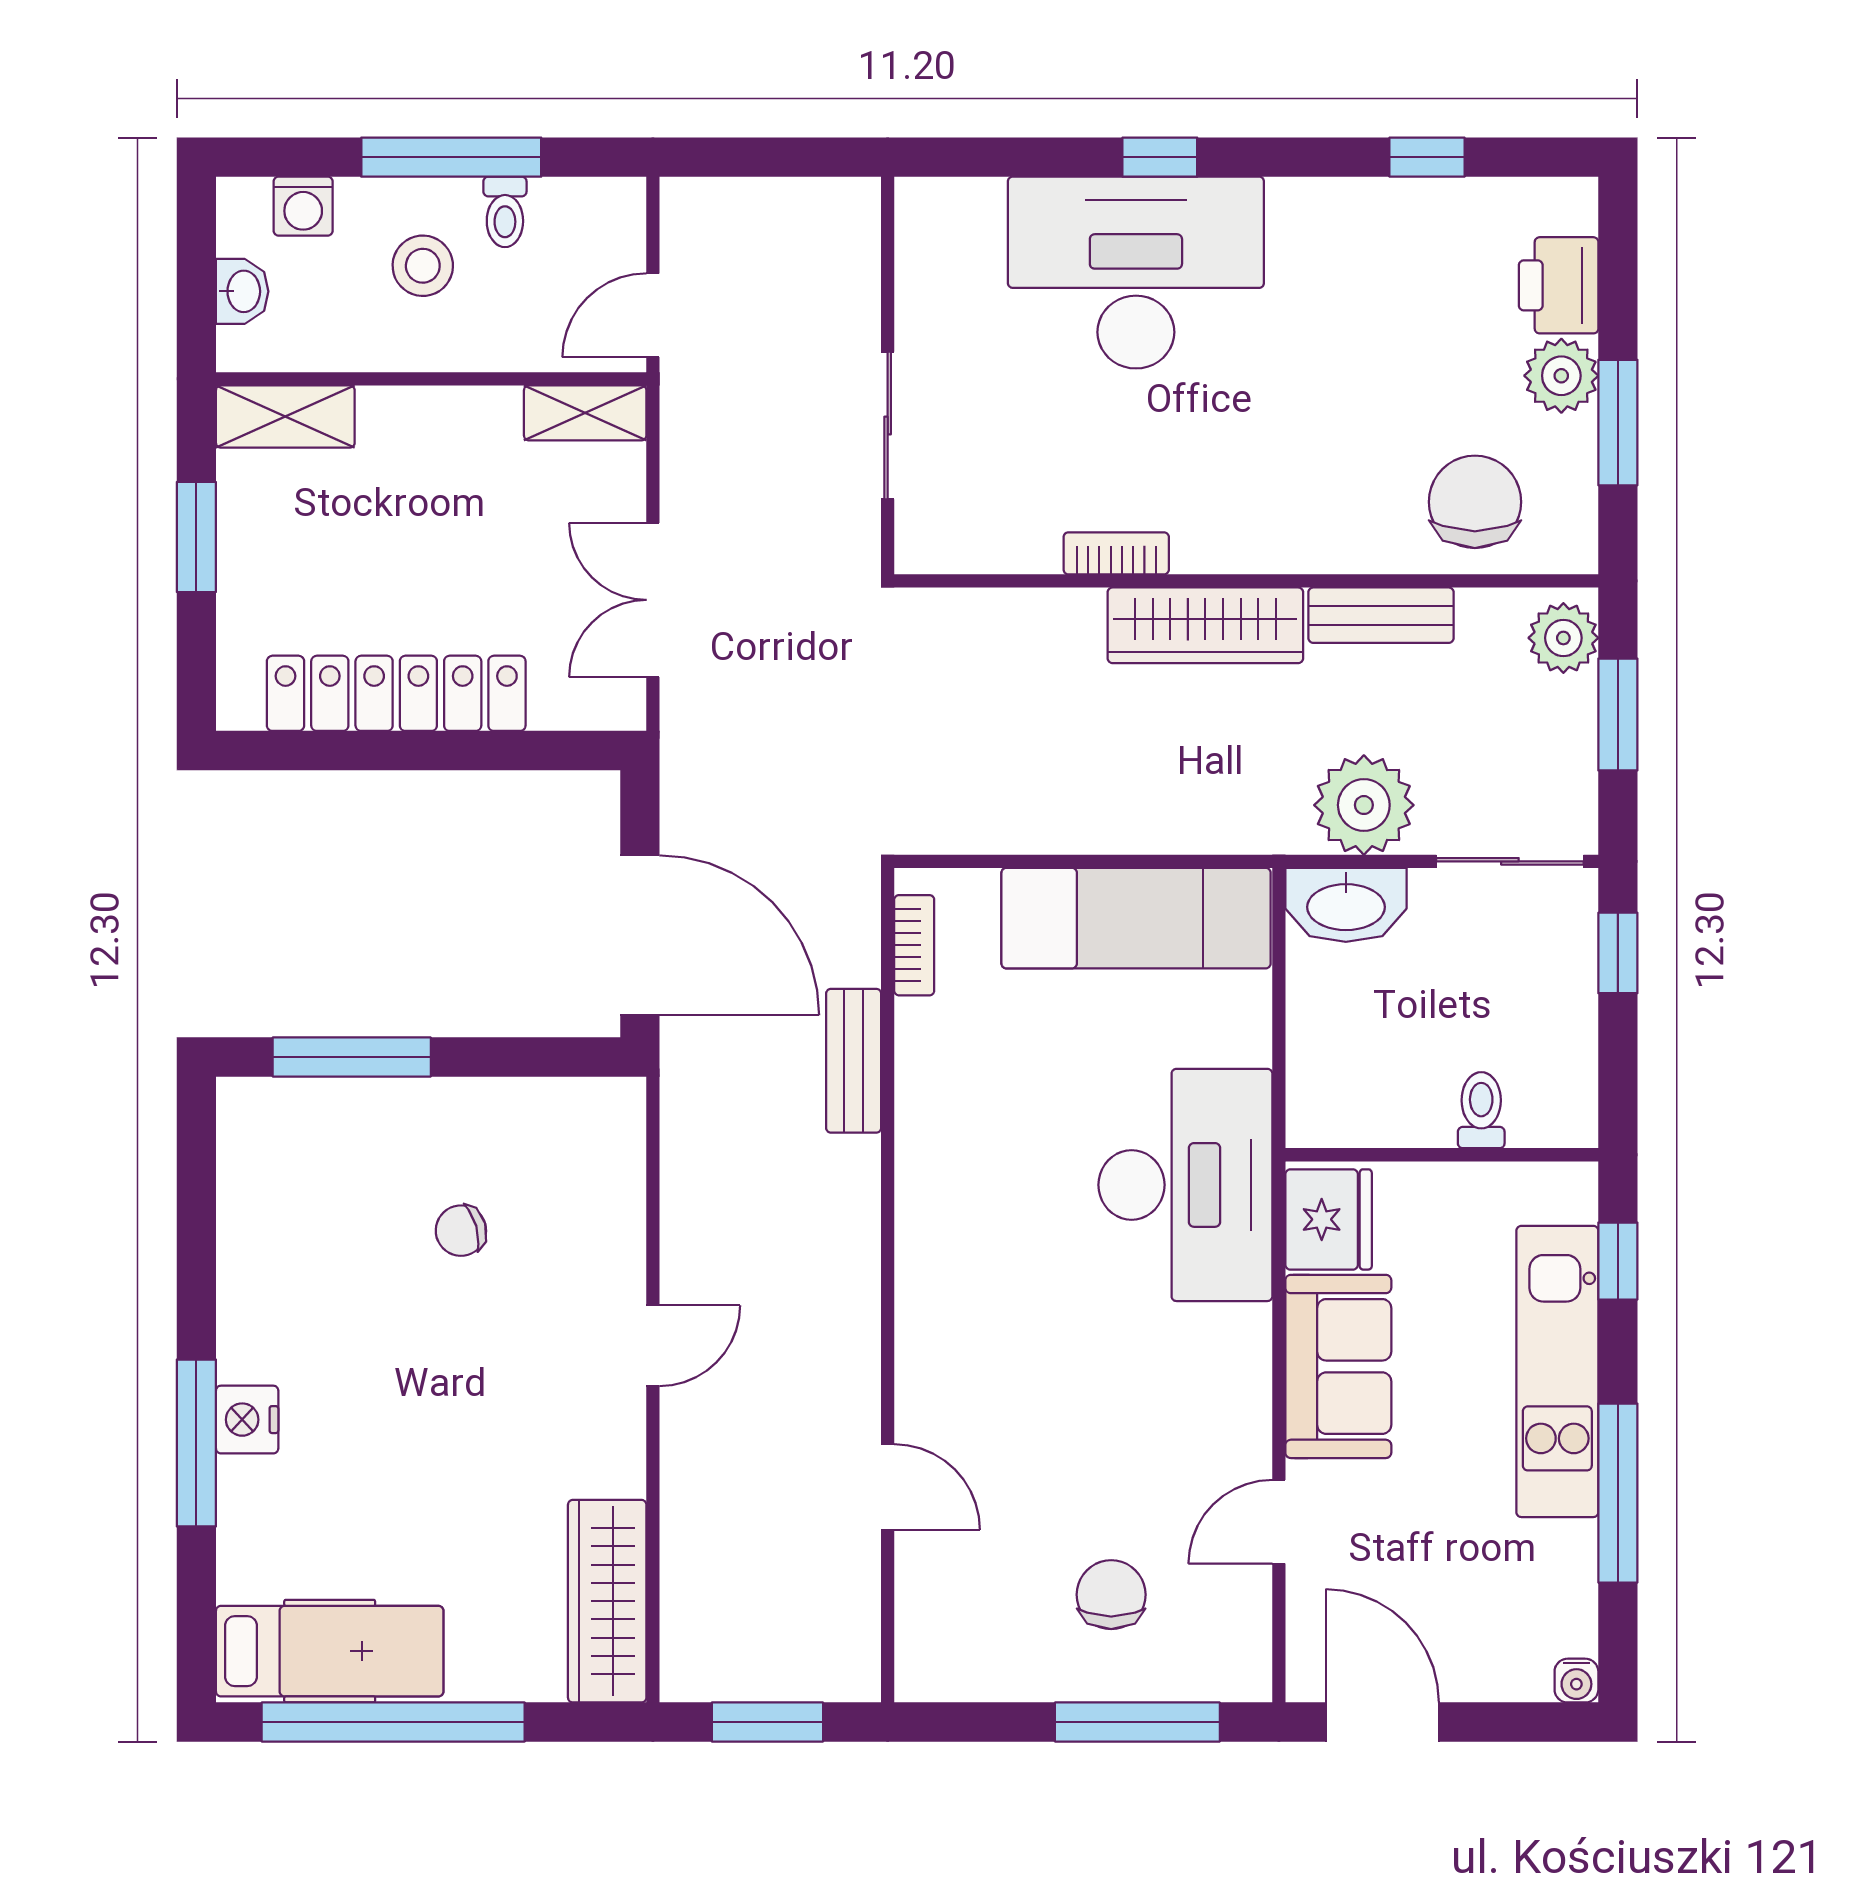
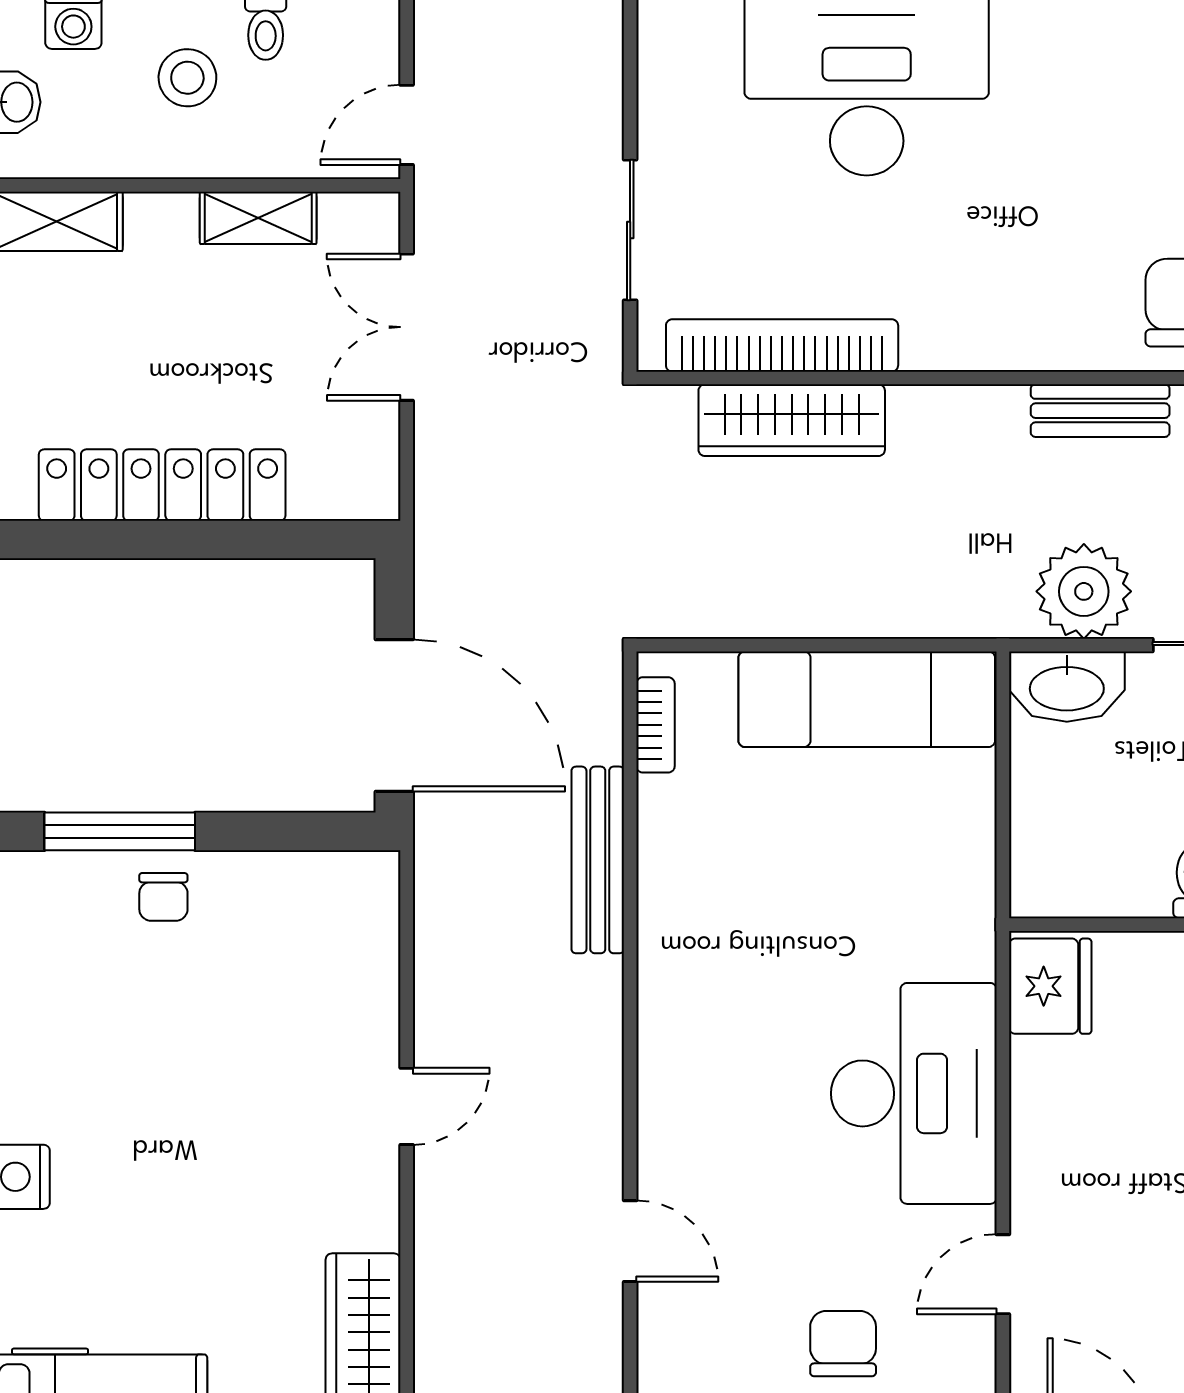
shelving: (585, 413) -> (258, 218), moved
bookcase: (1116, 553) -> (782, 345), width x2.31, depth x1.31
double door: (653, 600) -> (407, 327), moved
wardrobe: (1205, 625) -> (792, 420), moved
bench: (854, 1061) -> (598, 860), width x1.36
desk: (1185, 1185) -> (914, 1093), moved
chair: (461, 1231) -> (163, 897), moved, turned -74
sofa: (1338, 1366) -> (1059, 1126), removed

